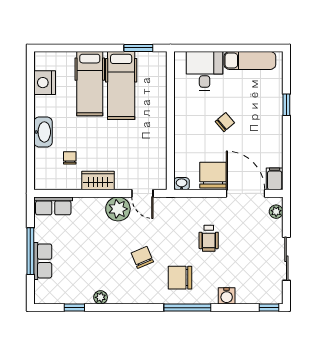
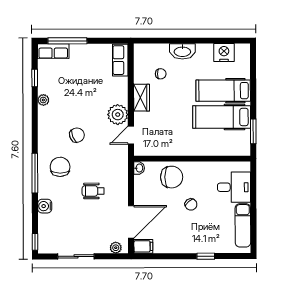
chair: (213, 175) -> (172, 177), moved
window: (30, 251) -> (67, 41), moved
row of seats: (43, 261) -> (53, 51), moved

